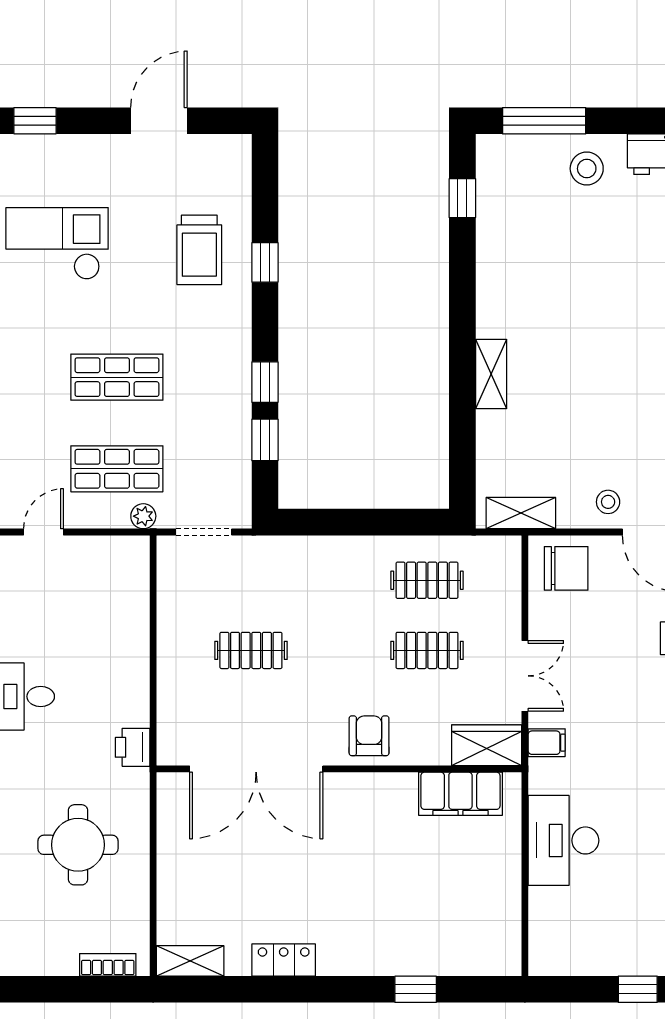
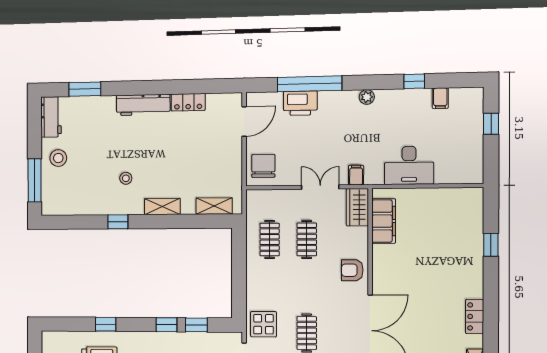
window: (462, 198) -> (118, 222), moved
stool: (608, 502) -> (126, 178), moved
shelving: (521, 513) -> (214, 206), moved, turned 90
display table: (267, 569) -> (263, 324), added

